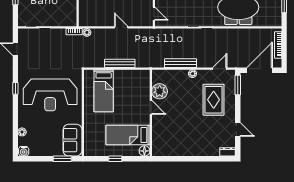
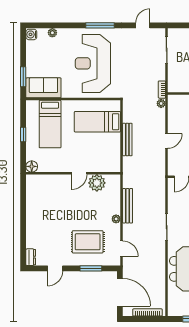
window: (238, 85) -> (91, 268), moved
window: (15, 88) -> (100, 25), width x2.17
bed: (128, 135) -> (50, 124), moved, turned 180

